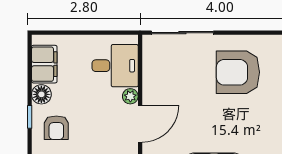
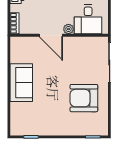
armchair: (238, 72) -> (84, 98), turned -90

